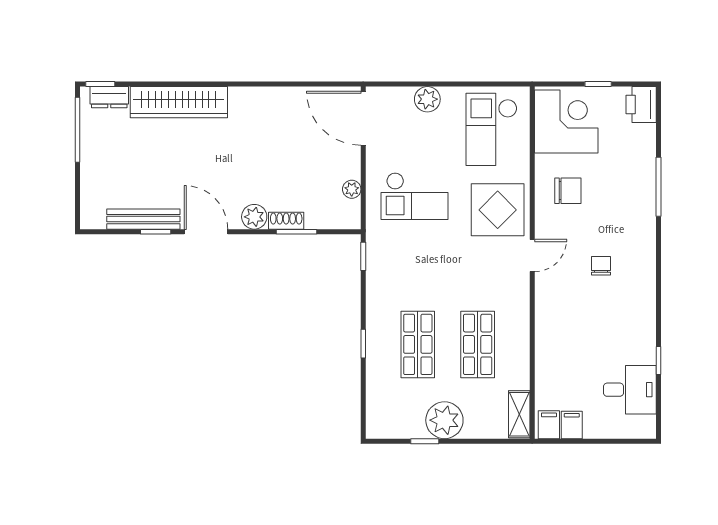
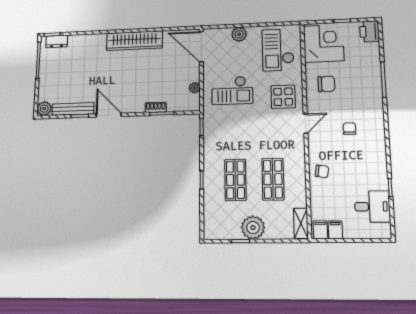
wardrobe: (179, 102) -> (134, 41), moved
display table: (498, 210) -> (283, 97), width x0.73, depth x0.73
plant: (254, 217) -> (44, 109), moved
chair: (555, 333) -> (322, 171), added

